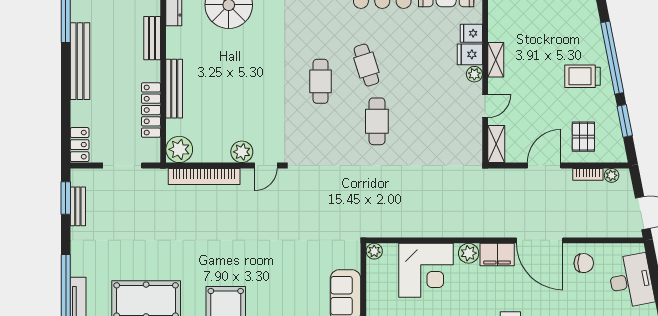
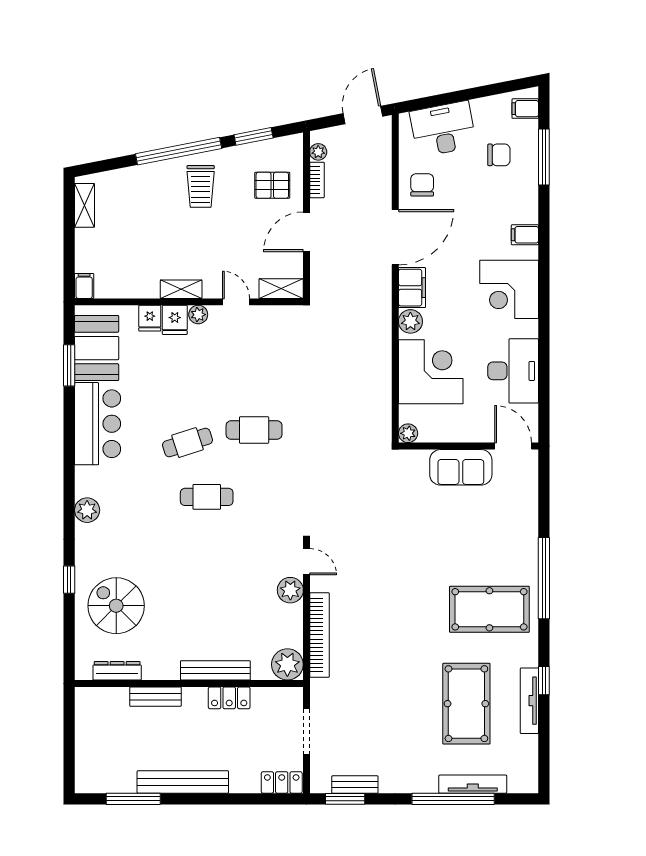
locker: (151, 110) -> (229, 698), width x0.66
door: (544, 166) -> (306, 232), hinge flipped

